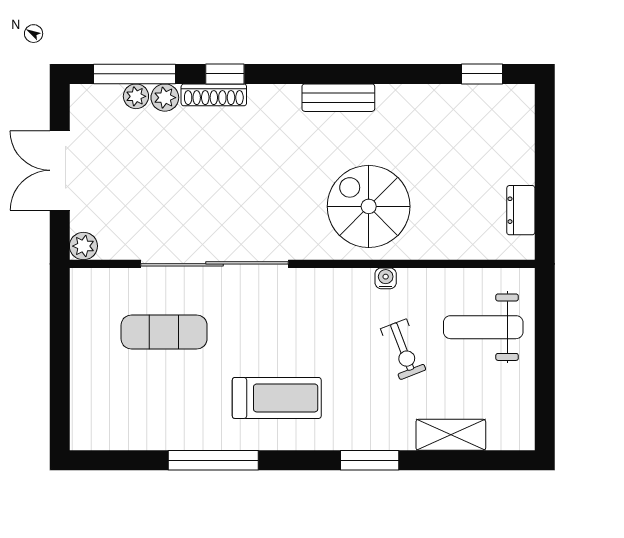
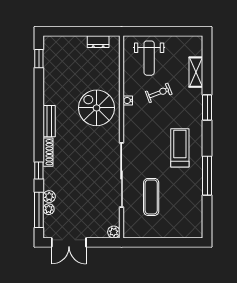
shoe rack: (214, 95) -> (48, 152), moved
double door: (60, 170) -> (69, 242), moved
spiral stairs: (369, 206) -> (97, 108), turned 90

